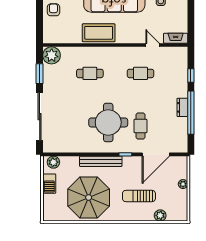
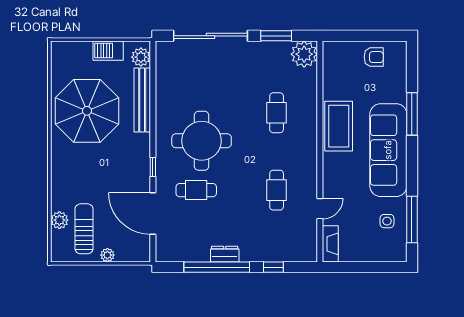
bench: (101, 161) -> (142, 100), moved
sun lounger: (139, 196) -> (84, 229), moved

